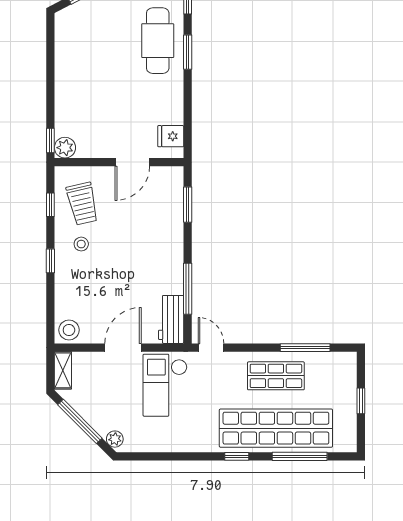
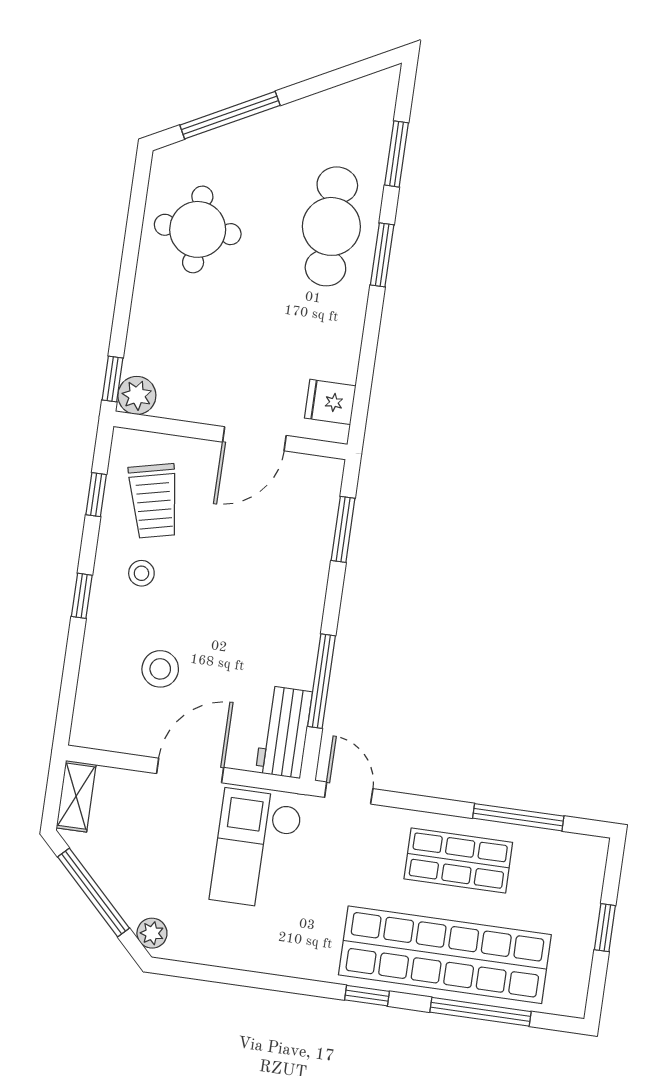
round table: (85, 53) -> (198, 229), added
stool: (69, 330) -> (160, 669), moved

